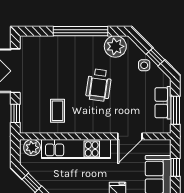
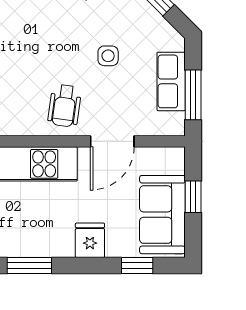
side table: (144, 65) -> (108, 56), moved
wheelchair: (99, 85) -> (65, 106), moved, width x0.73, depth x0.73

